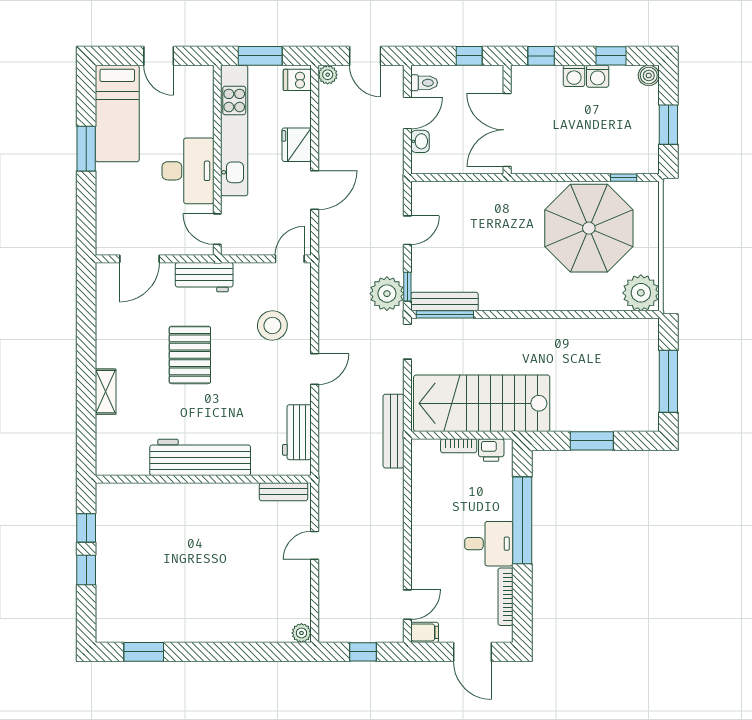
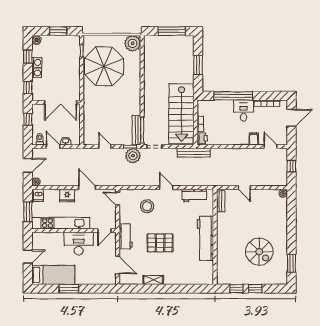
shelving: (106, 392) -> (153, 280), moved
printer: (491, 450) -> (202, 138), moved
spiral stairs: (170, 579) -> (259, 252), added
filing cabinet: (425, 632) -> (254, 139), moved

